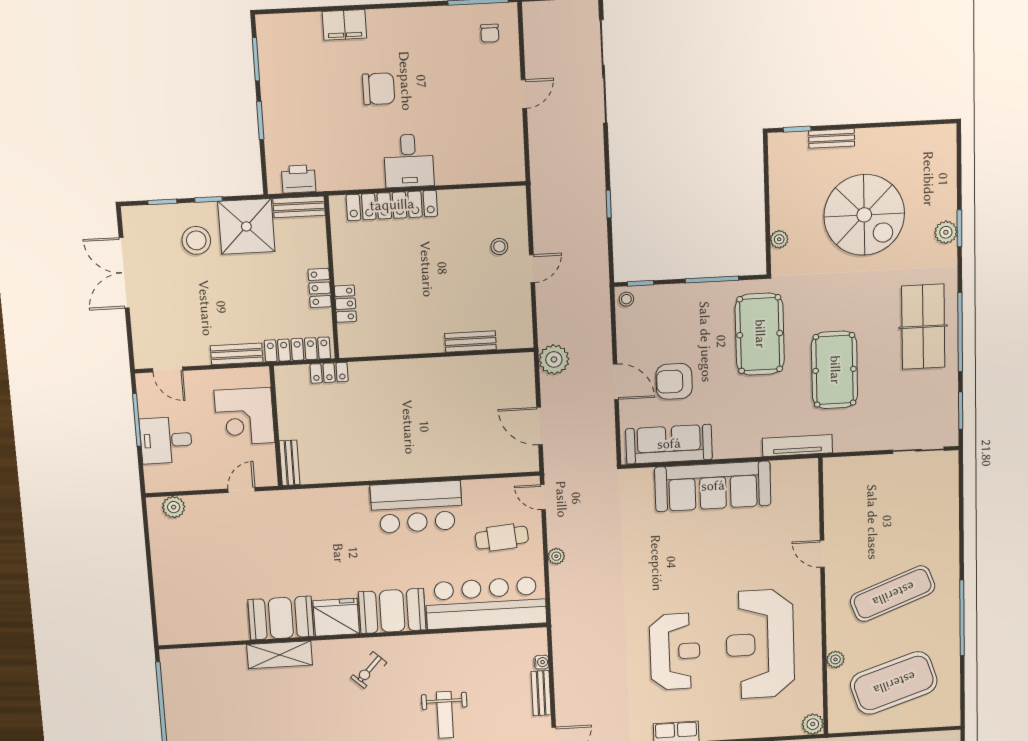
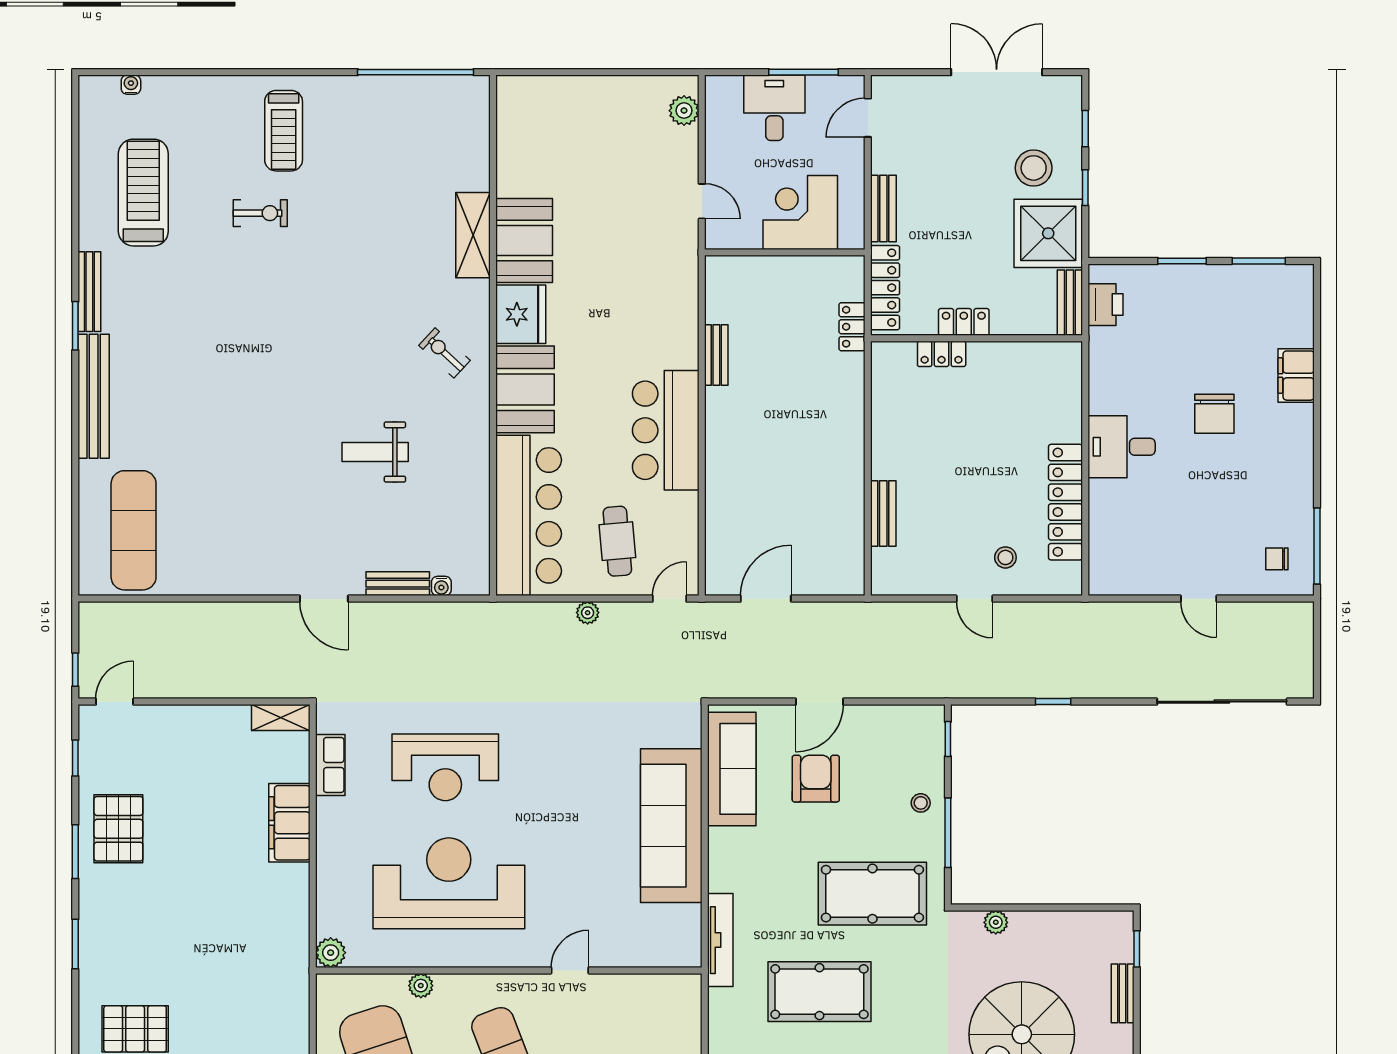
locker: (392, 205) -> (1066, 502), moved
stool: (626, 299) -> (921, 803), moved
plant: (554, 359) -> (854, 622), removed
bench: (289, 463) -> (716, 355), moved, turned 90

